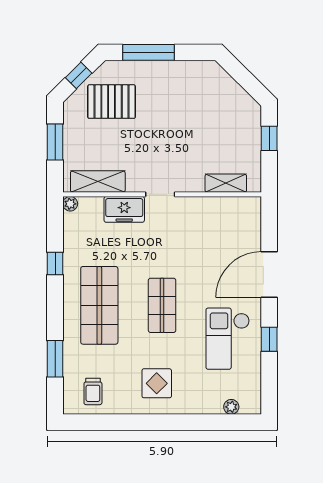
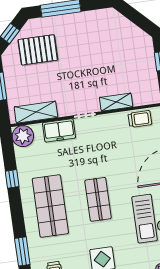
shelving: (226, 183) -> (116, 102), moved
plant: (70, 204) -> (23, 136), width x1.87, depth x1.87
trolley: (231, 209) -> (140, 119), added

